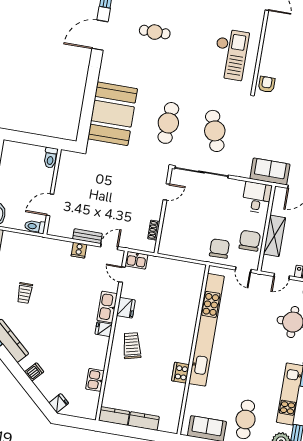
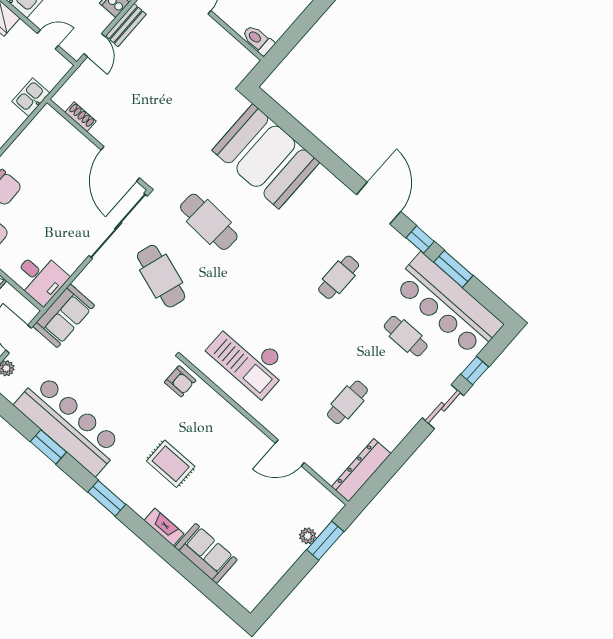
cafe table: (215, 131) -> (161, 276), turned 36
door: (166, 192) -> (120, 164), width x1.87
kitchen sink: (136, 260) -> (31, 97), moved

